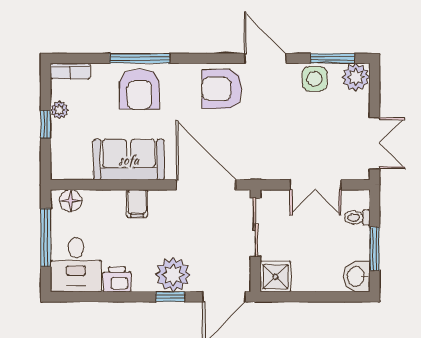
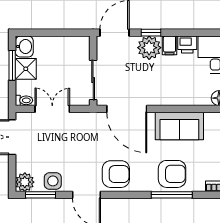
armchair: (139, 89) -> (172, 174), turned 90
filing cabinet: (137, 203) -> (169, 45), moved, turned 180
toilet: (357, 218) -> (24, 100), moved
shower: (276, 277) -> (26, 69), moved

